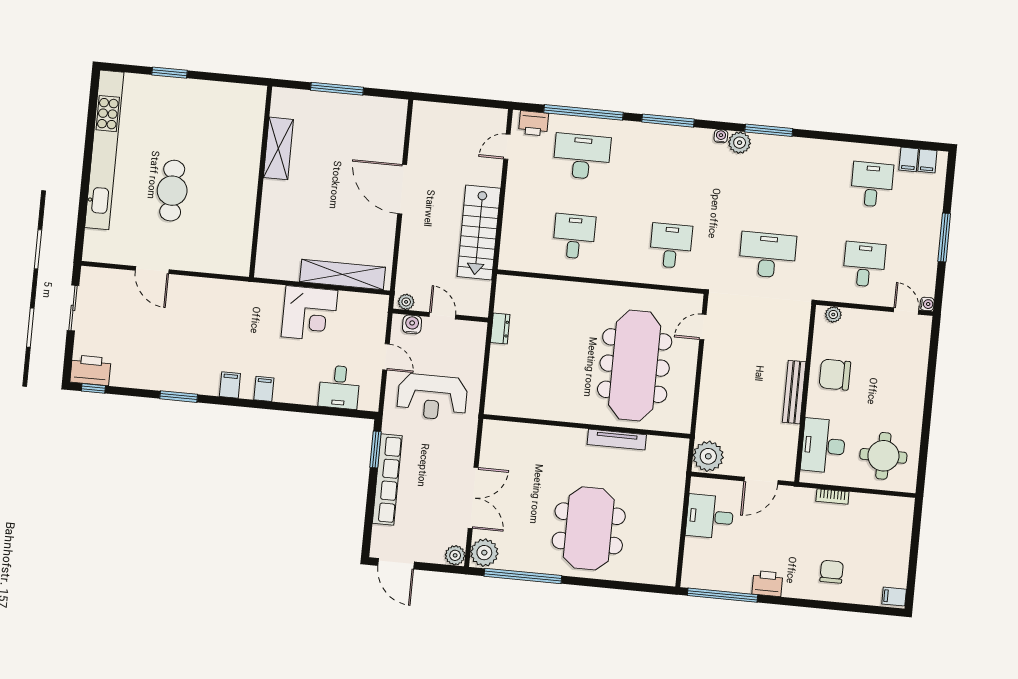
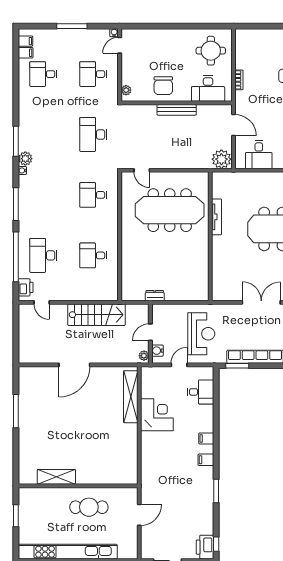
shelving: (278, 148) -> (56, 477), moved
wall: (261, 182) -> (78, 486), moved

